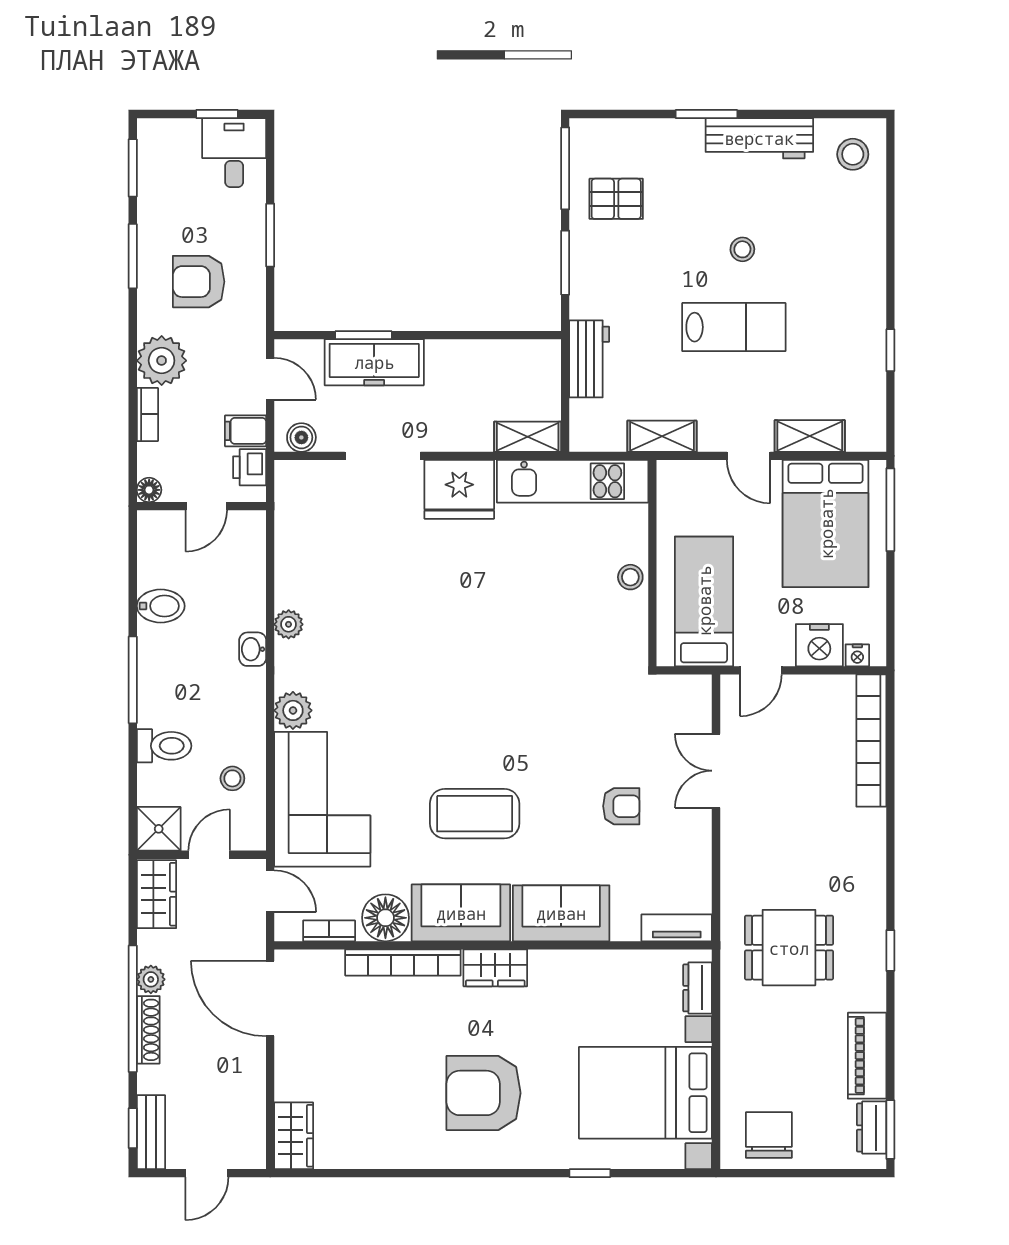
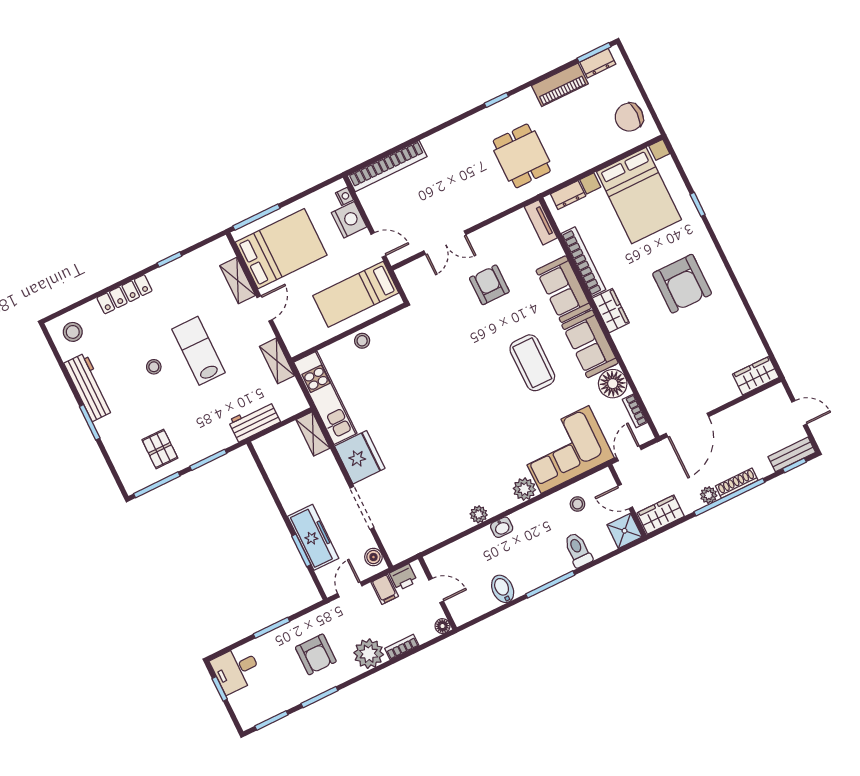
locker: (871, 258) -> (125, 294), added
armchair: (621, 806) -> (489, 285), width x1.38, depth x1.38
bookcase: (403, 962) -> (583, 262), moved

